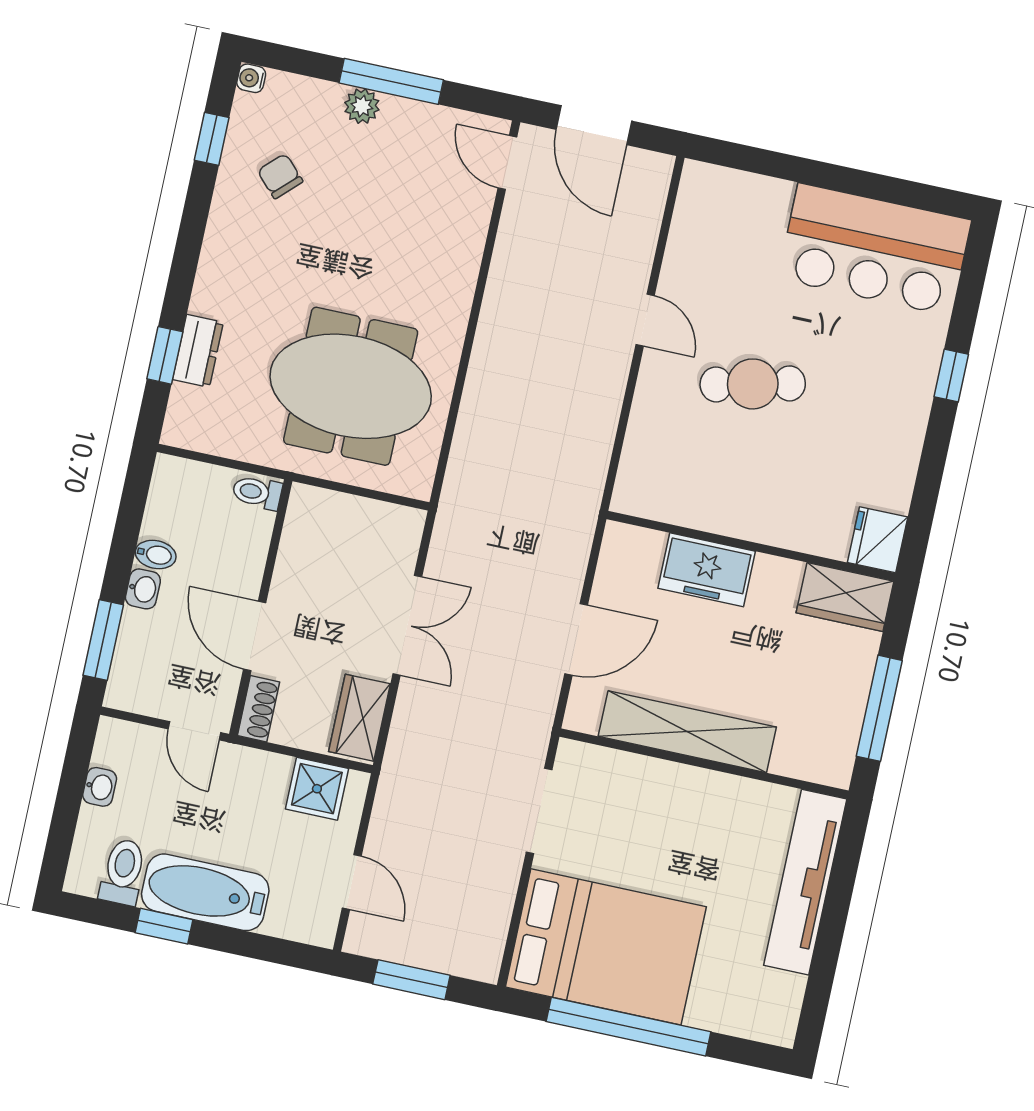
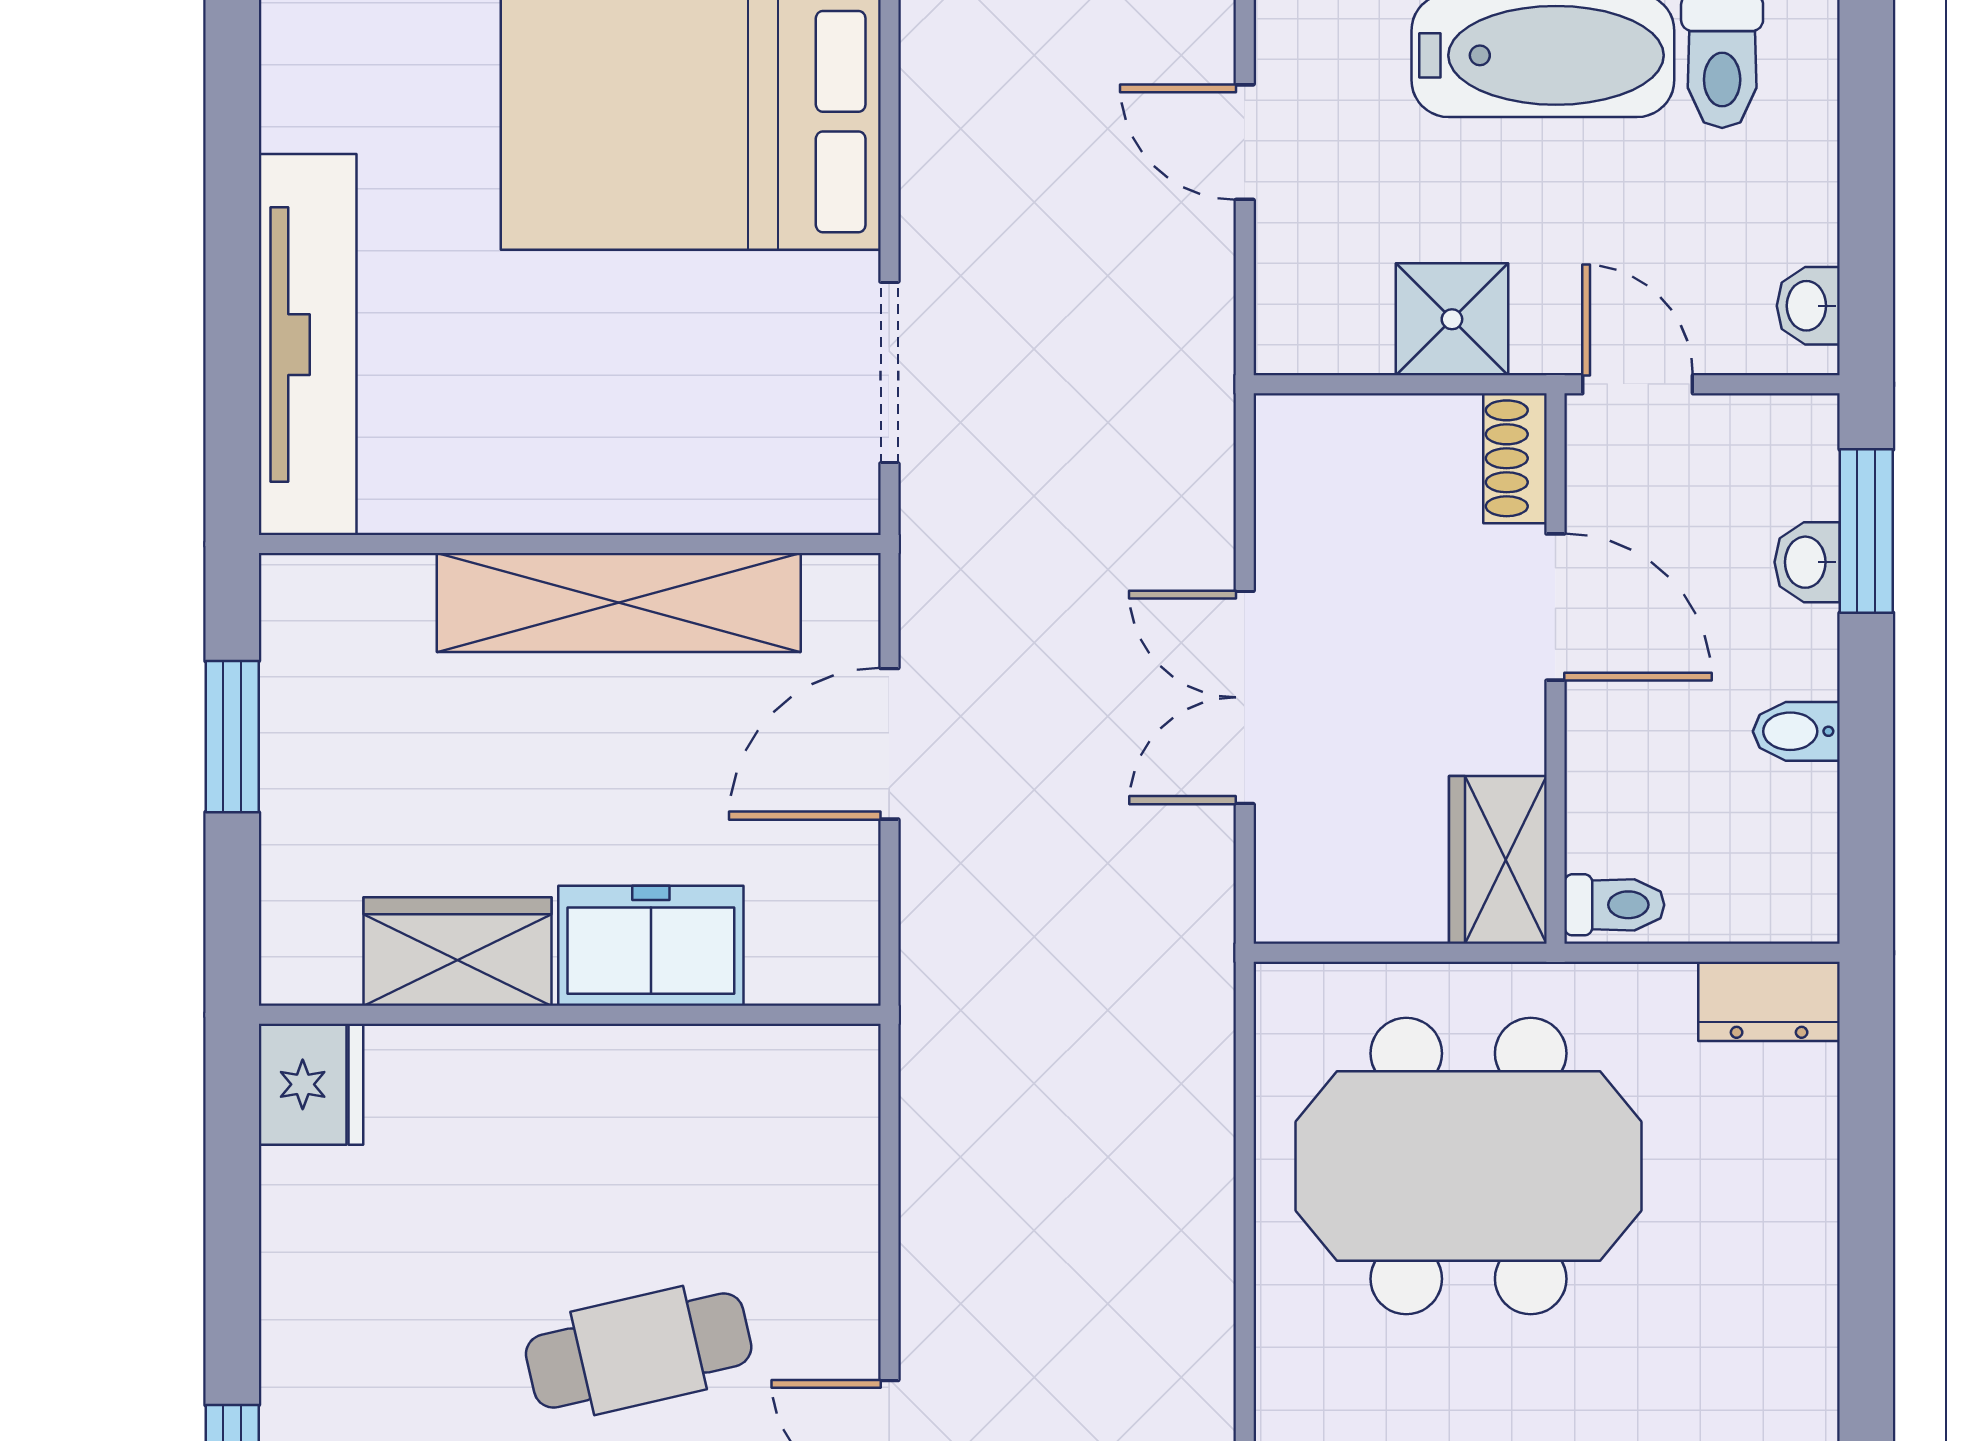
dresser: (198, 351) -> (1769, 1001), moved, turned -90
window: (165, 355) -> (1866, 1147), removed
washbasin: (143, 589) -> (1807, 562), moved
wardrobe: (845, 597) -> (457, 951), moved
window: (879, 708) -> (232, 737), width x0.69
wardrobe: (359, 718) -> (1498, 860), moved, turned 180
washbasin: (100, 787) -> (1808, 306), moved
shower: (317, 789) -> (1452, 319), moved

